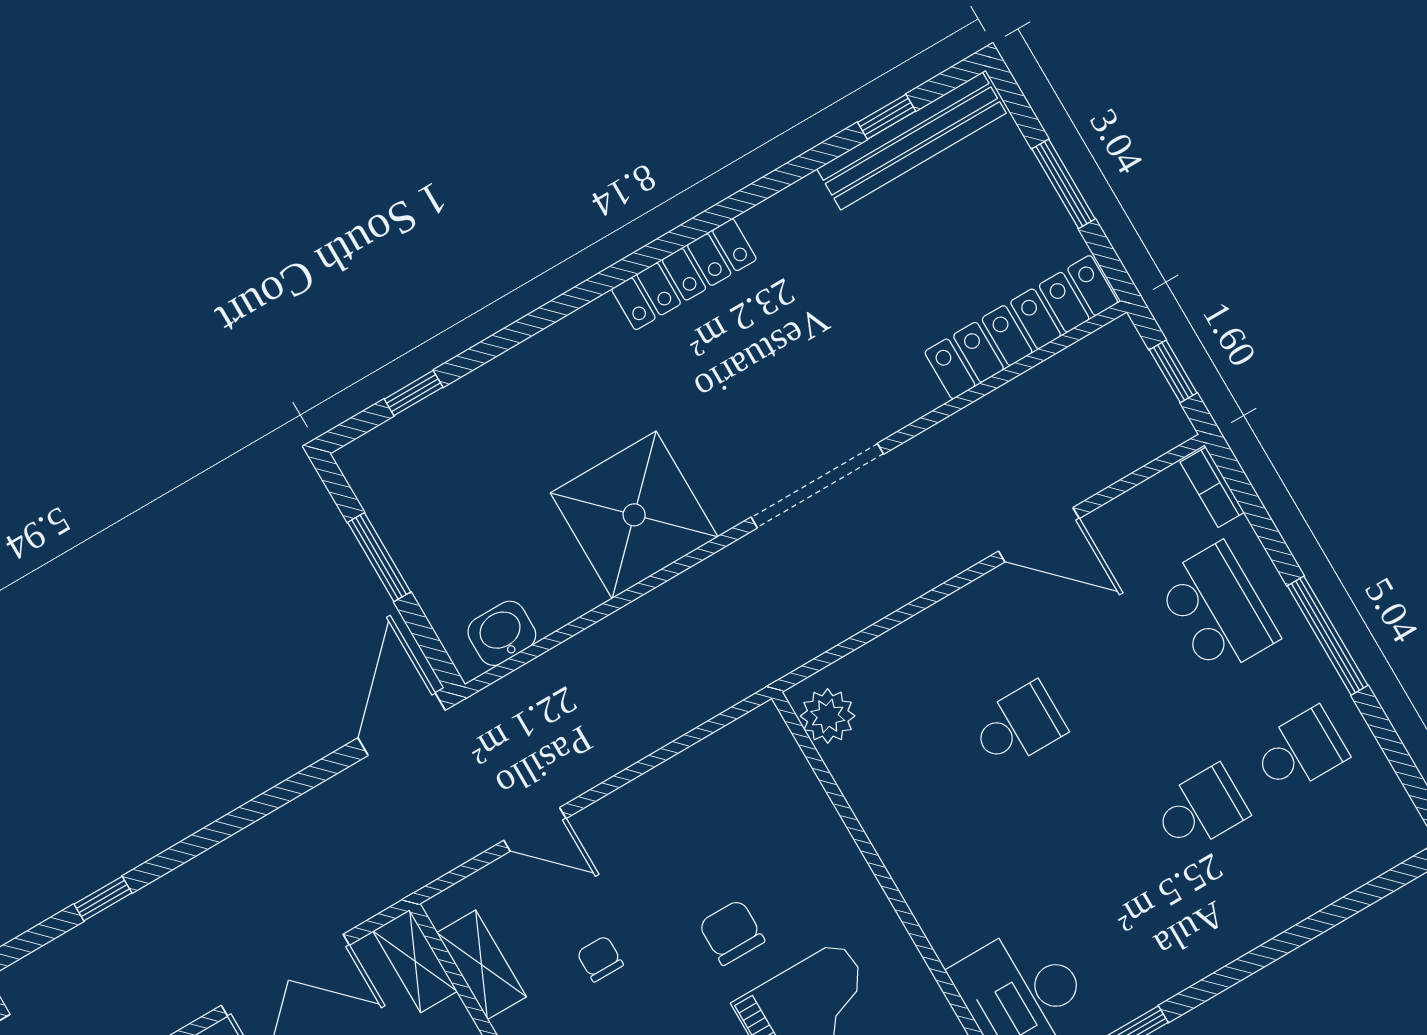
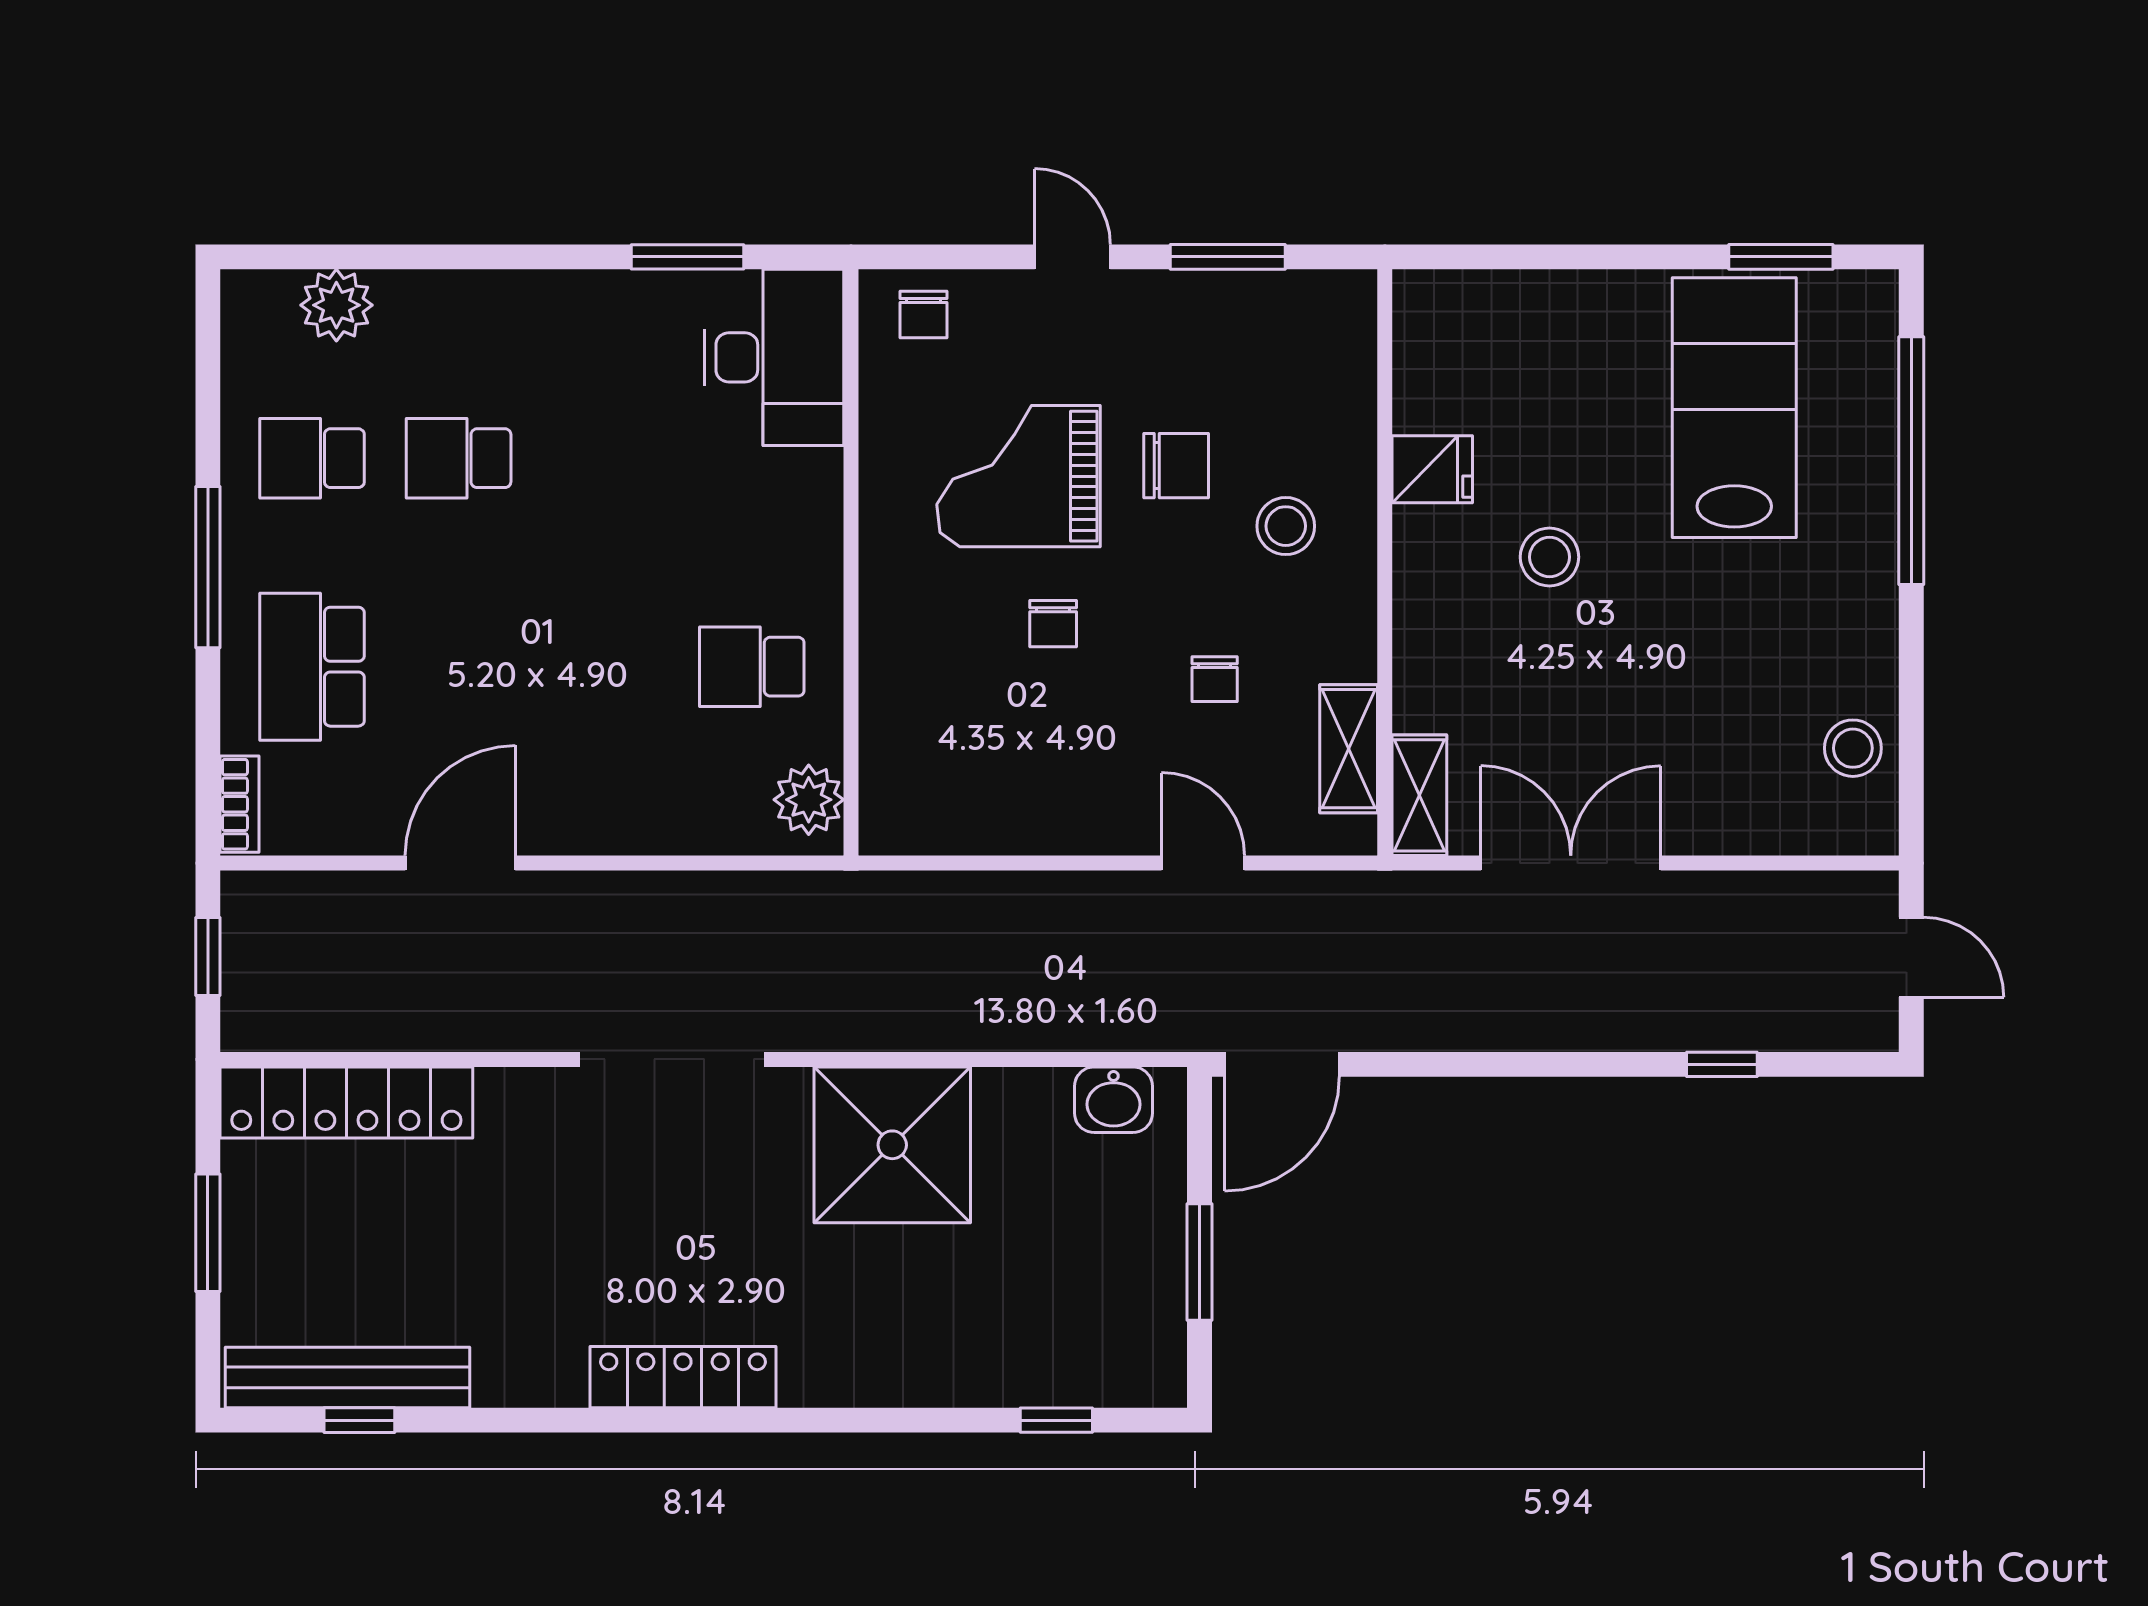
door: (1039, 535) -> (460, 863), hinge flipped
school desk: (1018, 726) -> (752, 667), moved
plant: (1344, 864) -> (336, 305), added
chair: (732, 932) -> (1053, 624), width x0.73, depth x0.73

